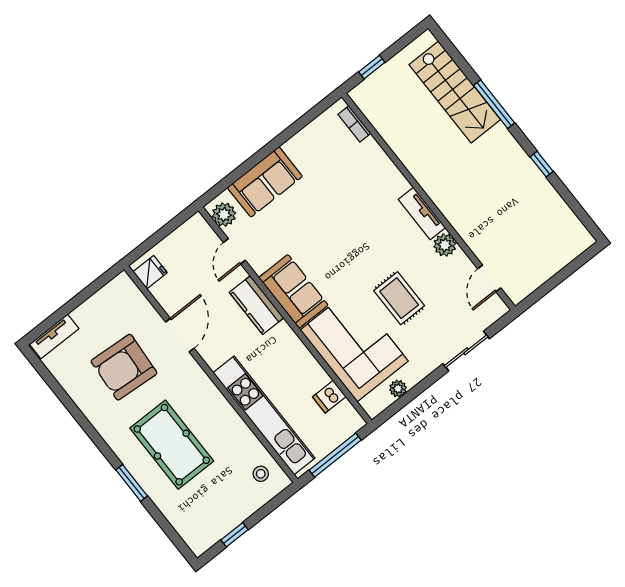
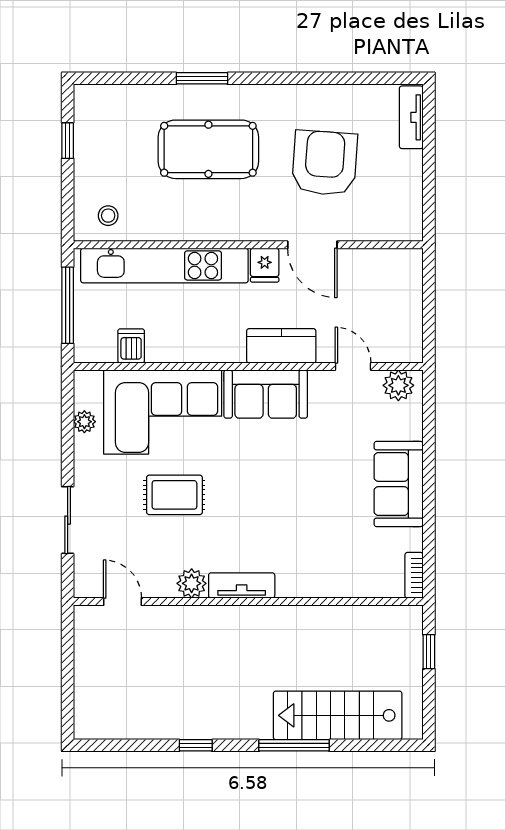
bookcase: (354, 124) -> (414, 575), moved, turned -90
sofa: (265, 182) -> (399, 484), moved
fridge: (150, 272) -> (265, 265), moved

